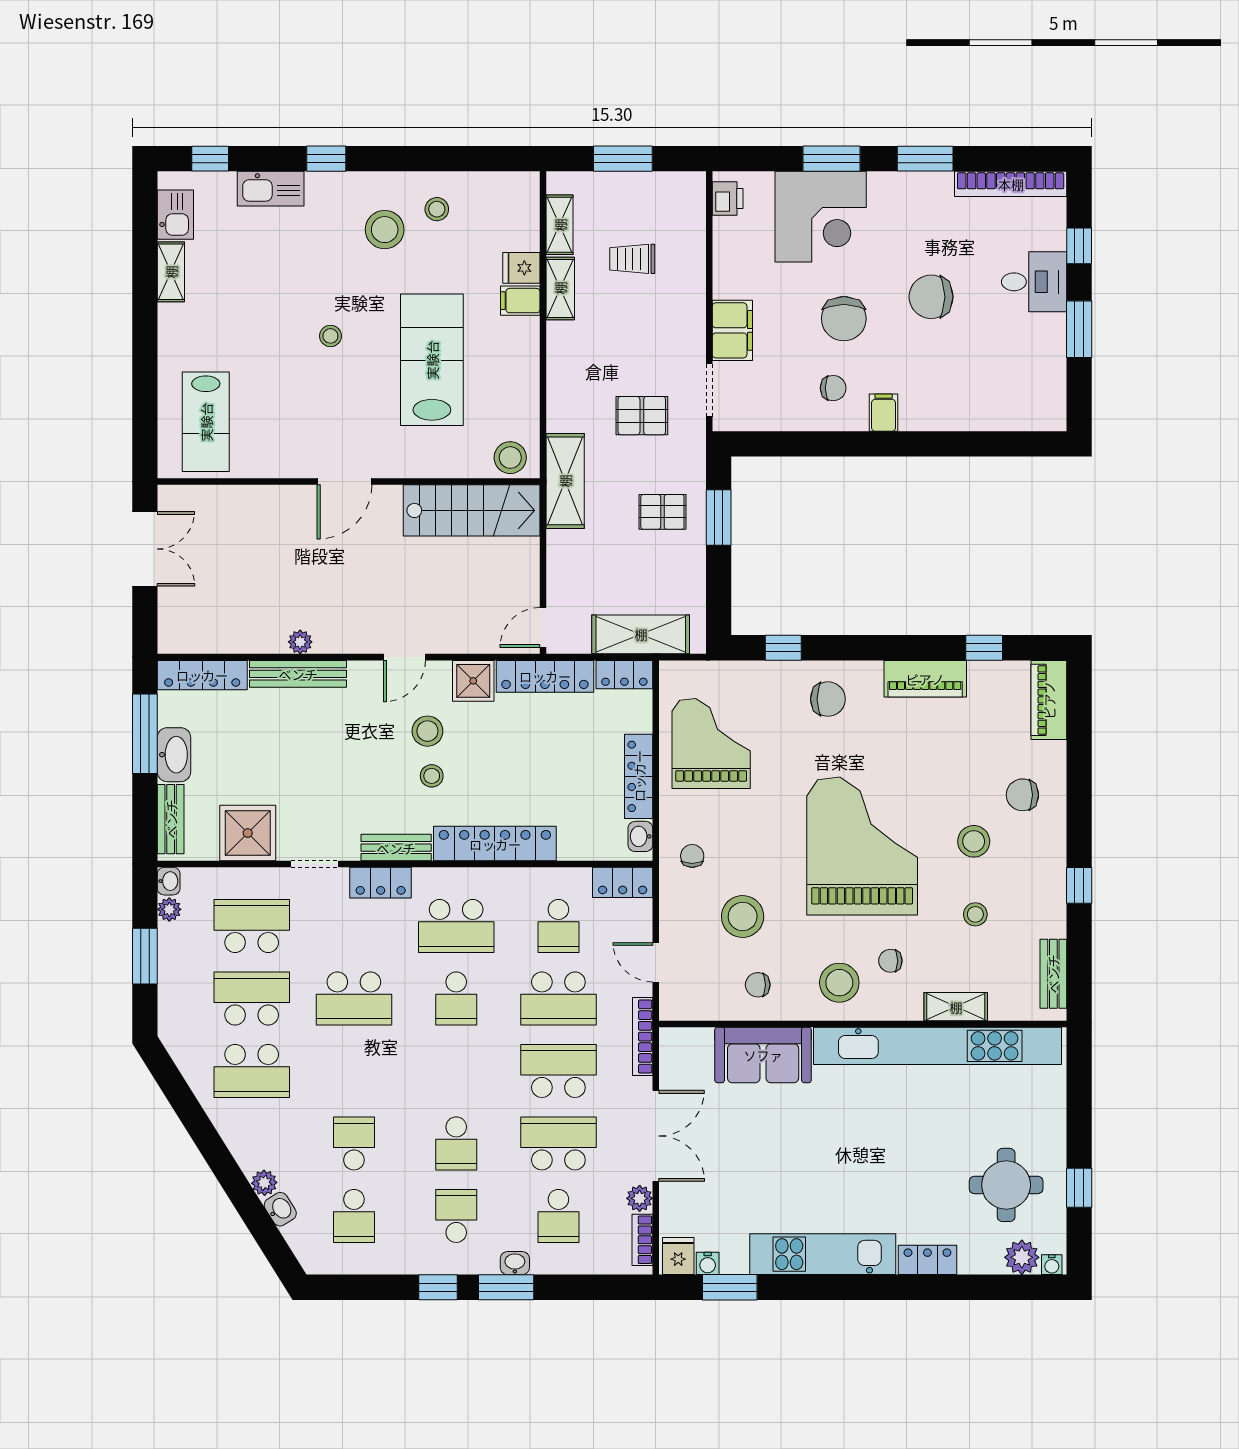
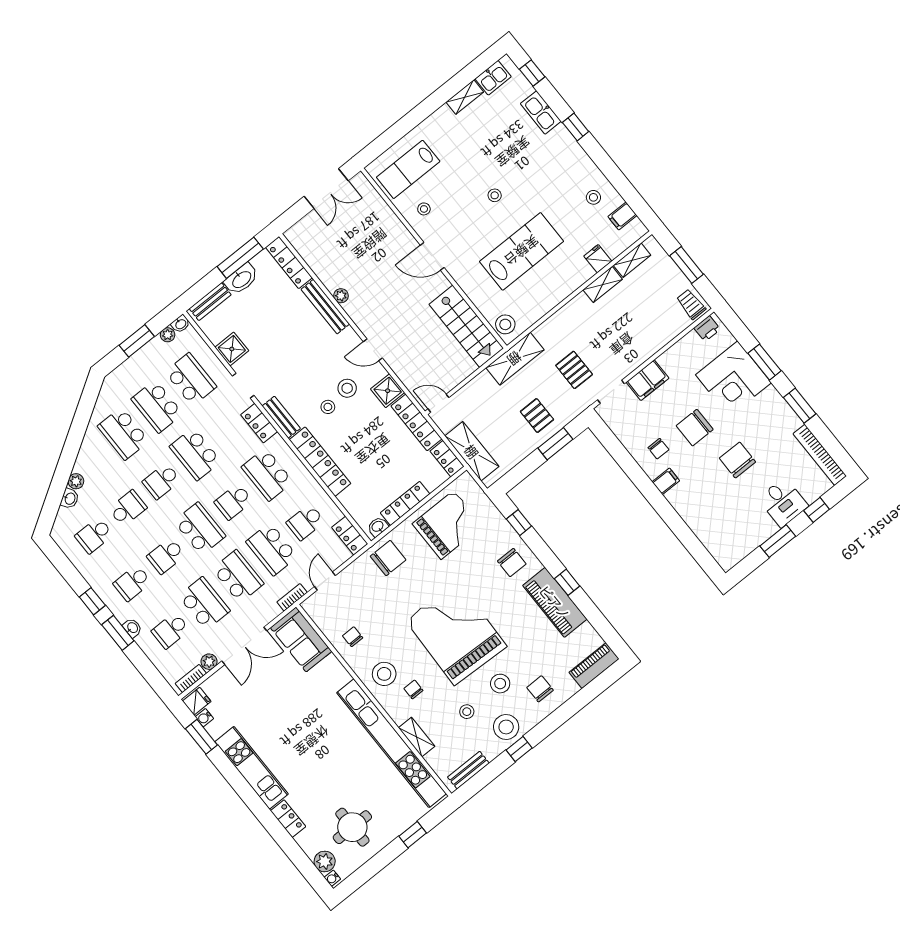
stool: (385, 230) -> (424, 209), moved, width x0.53, depth x0.53
trolley: (632, 259) -> (691, 304), moved
filing cabinet: (520, 301) -> (622, 216), moved, turned -90
window: (984, 648) -> (567, 582), moved
piano: (925, 679) -> (555, 602), width x1.37, depth x1.33
shower: (248, 833) -> (232, 349), width x0.73, depth x0.73
grand piano: (862, 846) -> (456, 633), turned -88
chair: (692, 856) -> (388, 558), width x1.87, depth x1.87
stool: (743, 916) -> (506, 727), moved
school desk: (252, 998) -> (157, 406), turned 180
bookcase: (643, 1037) -> (292, 597), width x0.64
sofa: (763, 1055) -> (301, 639), moved
school desk: (354, 1071) -> (162, 481), added
school desk: (456, 1071) -> (200, 529), added
window: (1079, 1188) -> (413, 835), moved
school desk: (456, 1216) -> (132, 583), turned 180

